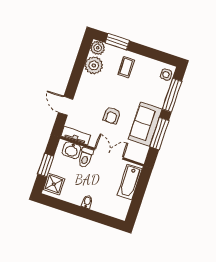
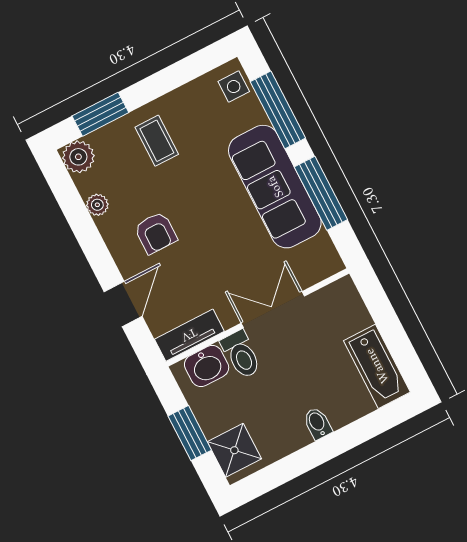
plant: (94, 65) -> (97, 205), width x0.53, depth x0.53
door: (66, 106) -> (123, 304), swing flipped
armchair: (112, 116) -> (156, 233), moved
sofa: (145, 124) -> (275, 187), width x1.36
bathtub: (130, 182) -> (377, 366), moved

